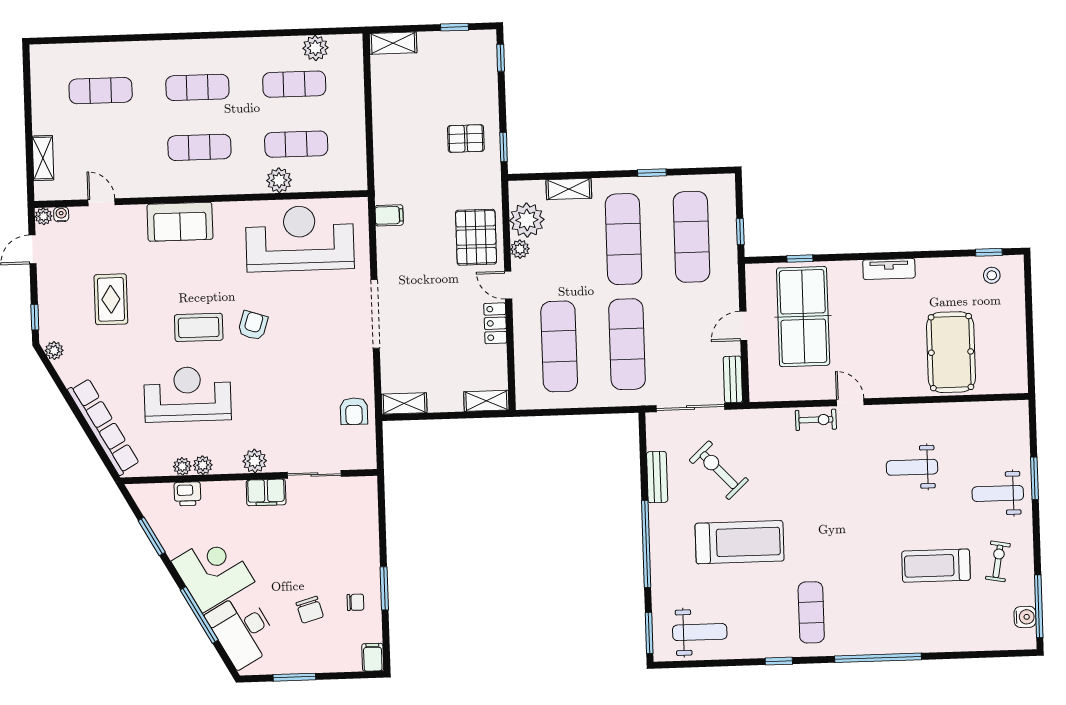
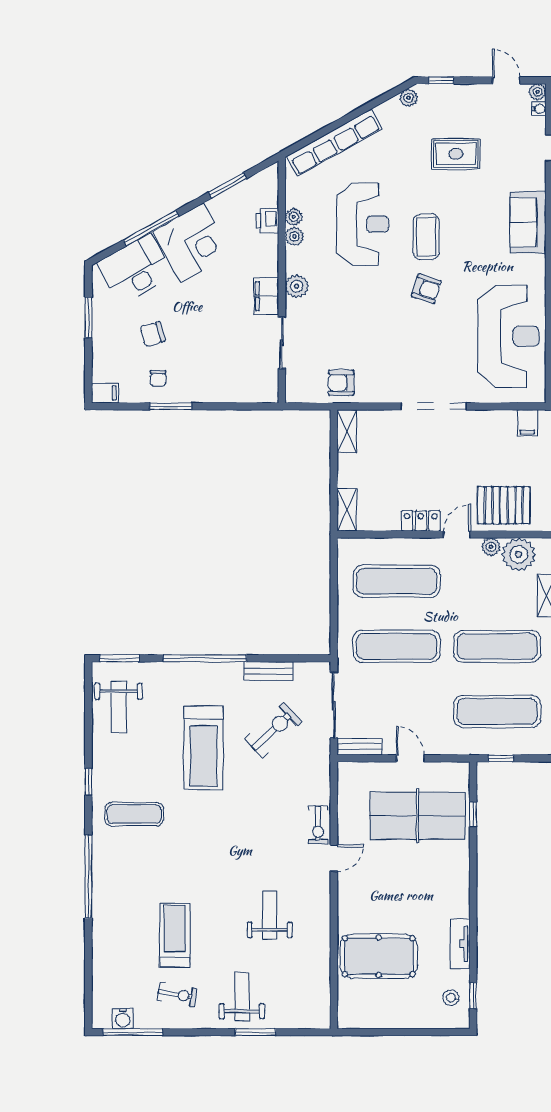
tv unit: (889, 269) -> (460, 944), moved

